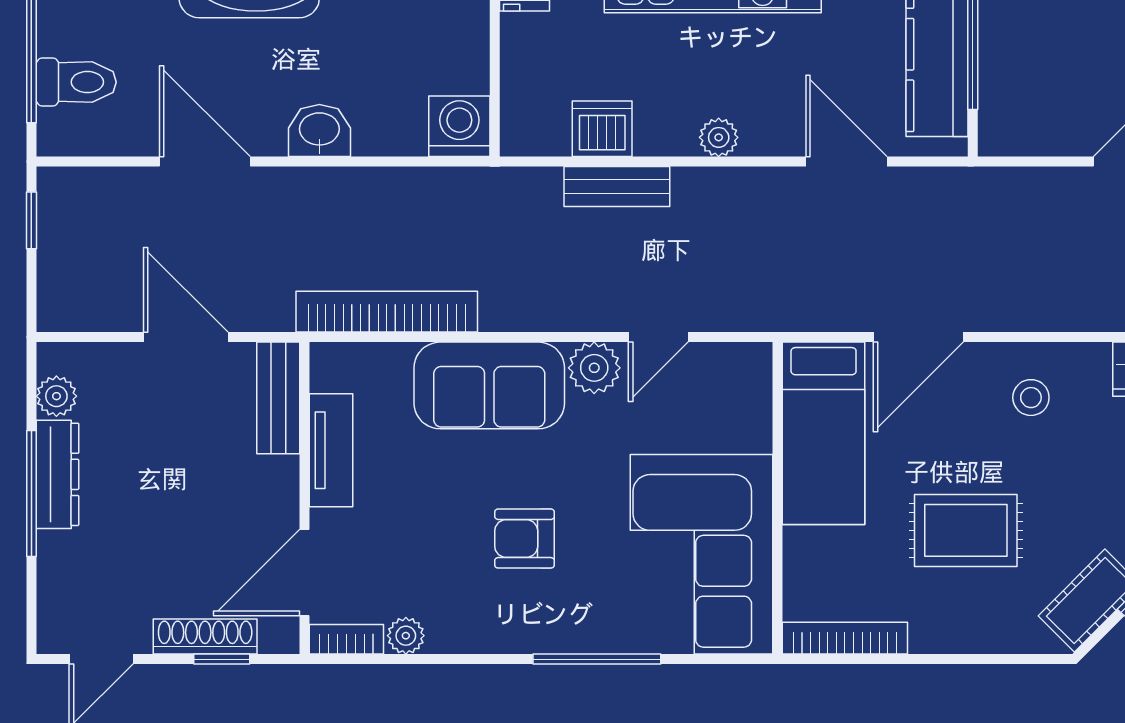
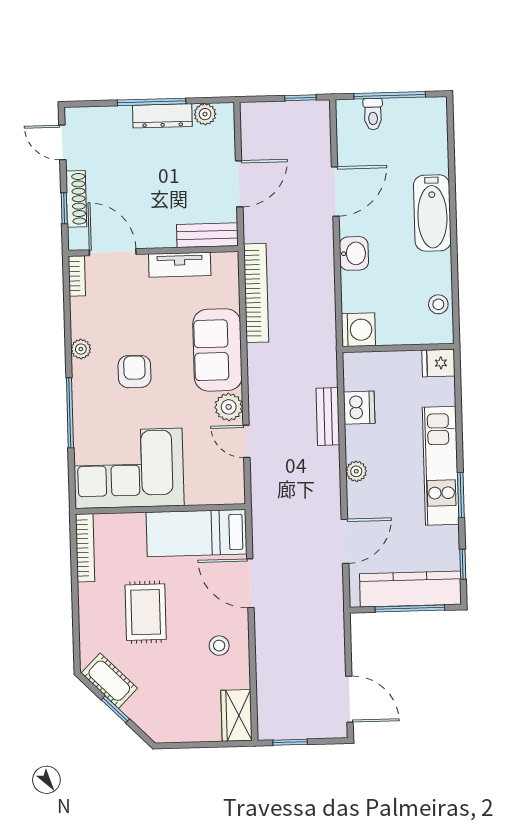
toilet: (76, 82) -> (373, 114), width x0.73, depth x0.72
plant: (406, 636) -> (81, 349), moved

